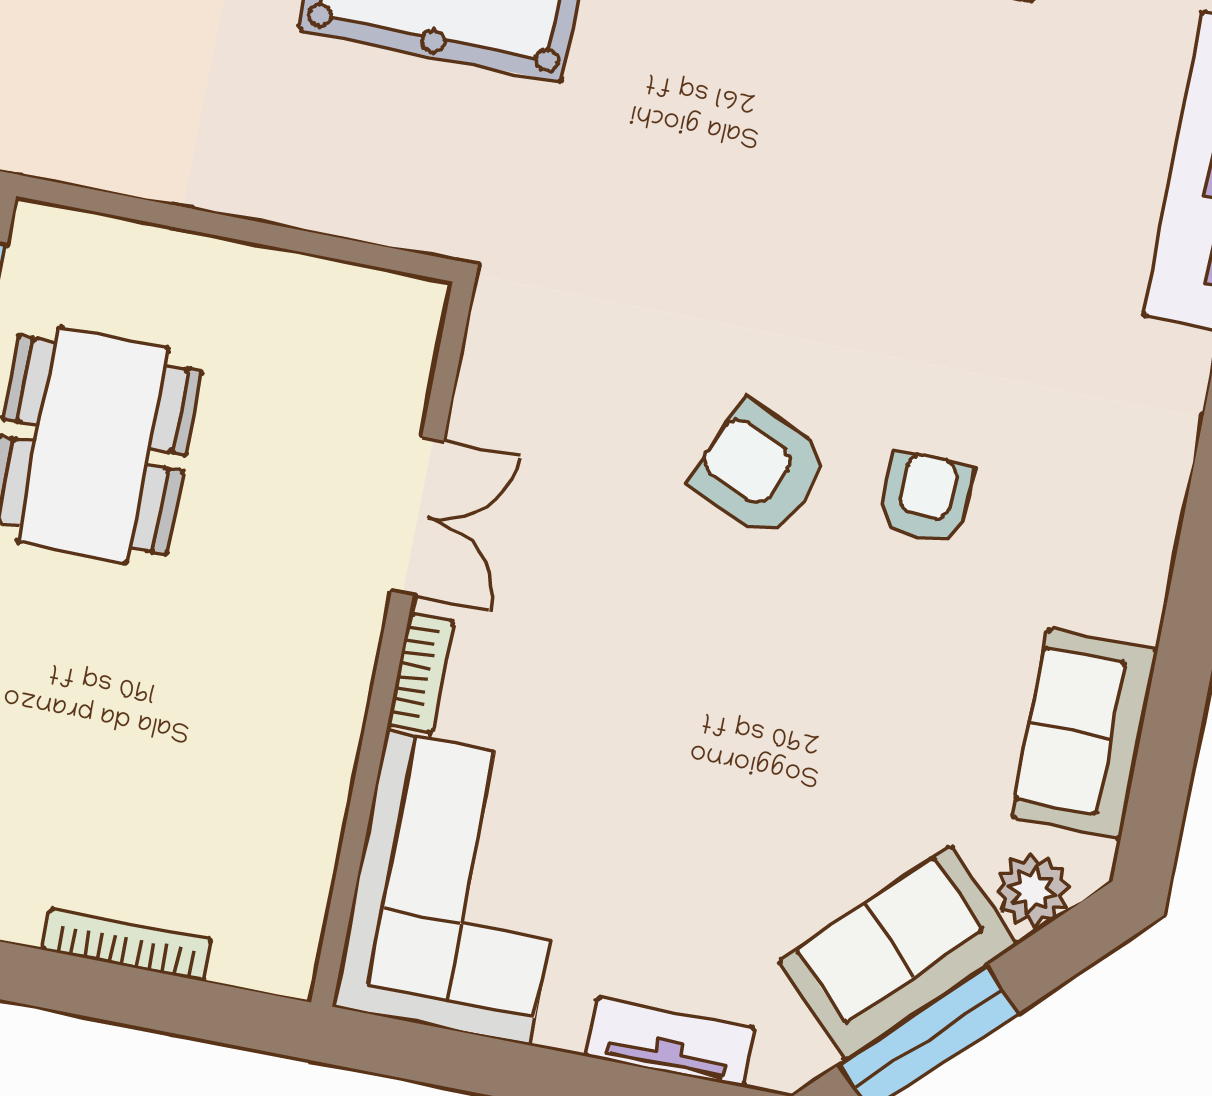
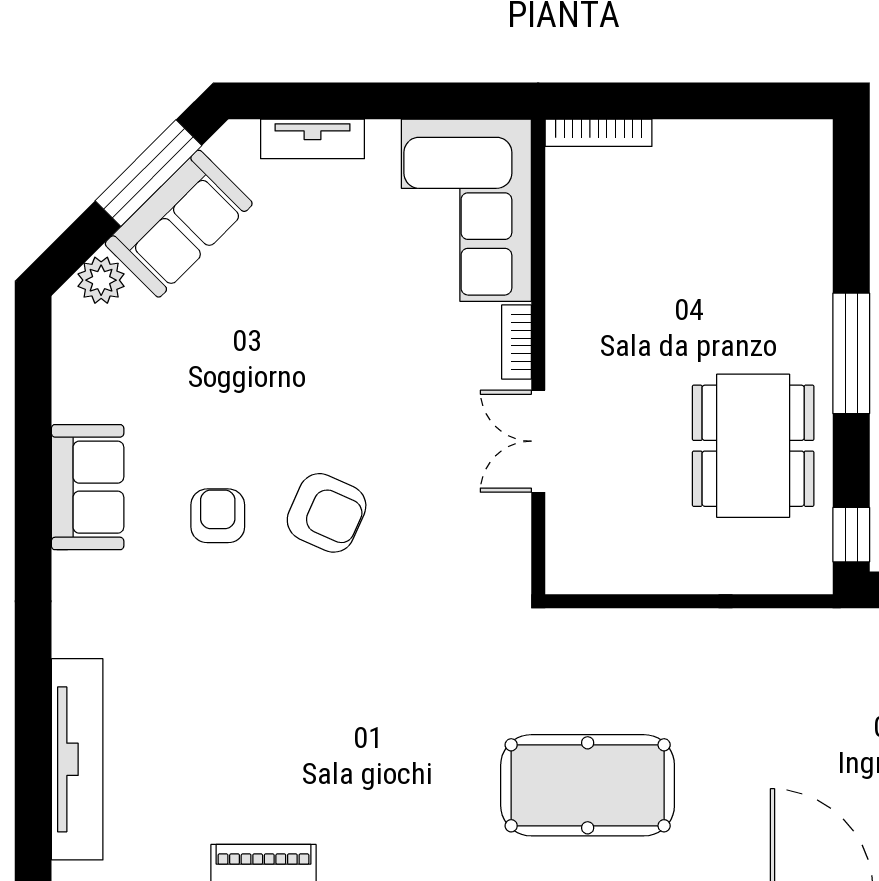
armchair: (926, 498) -> (218, 516), turned 180
sofa: (1085, 734) -> (88, 487), moved
bookcase: (127, 945) -> (598, 133), moved

